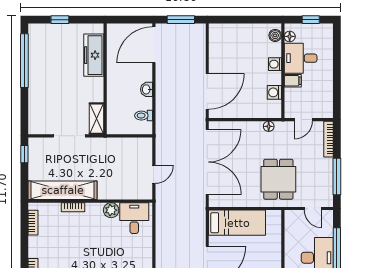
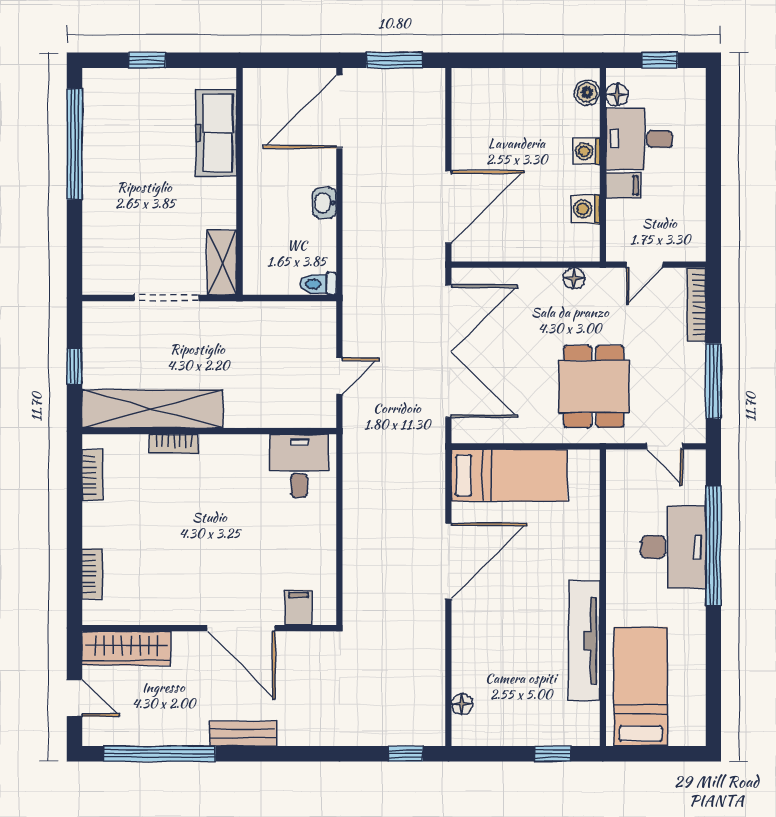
toilet: (144, 116) -> (318, 284), moved
window: (24, 154) -> (74, 366), moved
plant: (111, 210) -> (252, 450), removed

